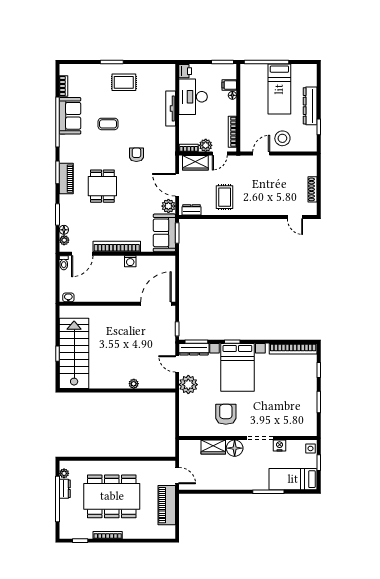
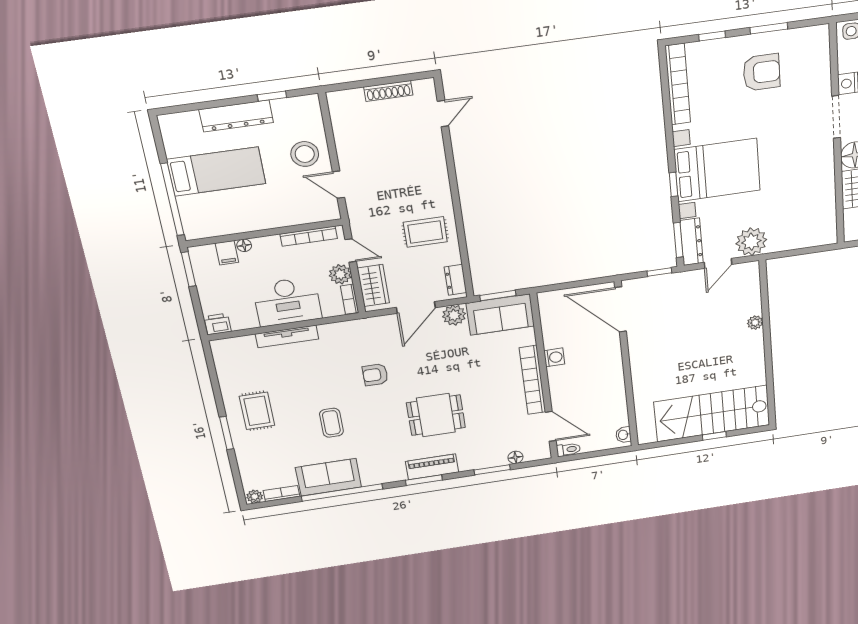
desk: (193, 97) -> (287, 302), moved
plant: (64, 240) -> (255, 497), moved
armchair: (226, 414) -> (762, 72), moved, turned 180

